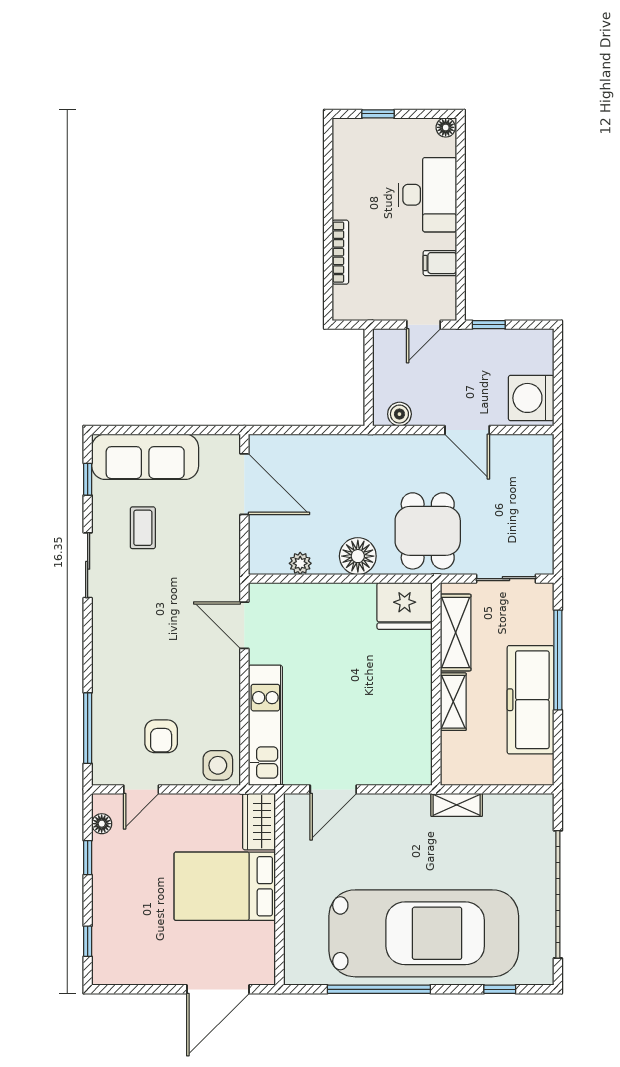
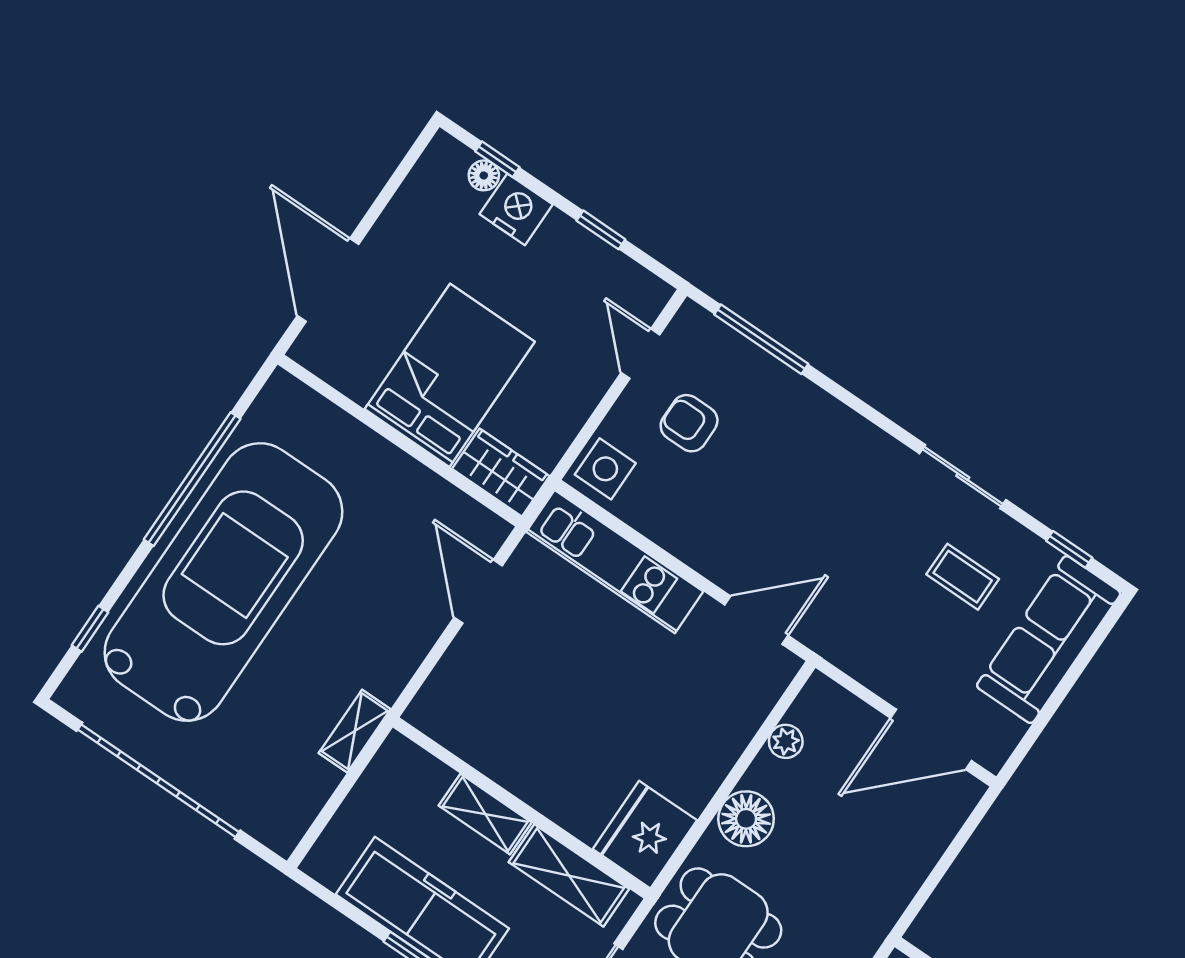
floor lamp: (102, 824) -> (484, 175), moved
nightstand: (108, 912) -> (516, 209), added
car: (424, 933) -> (223, 582), turned 180

